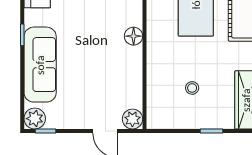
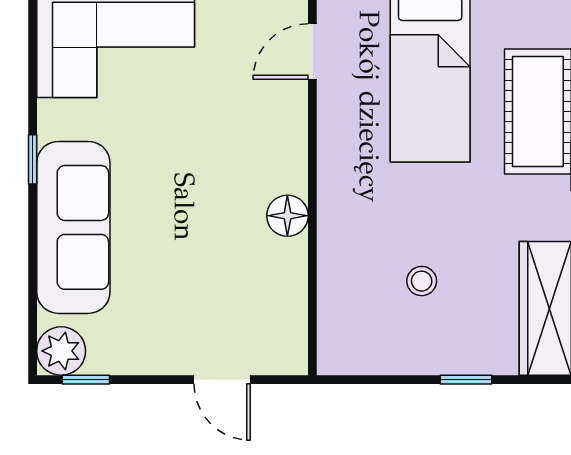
floor lamp: (134, 36) -> (287, 216), moved
plant: (132, 119) -> (285, 352), removed

